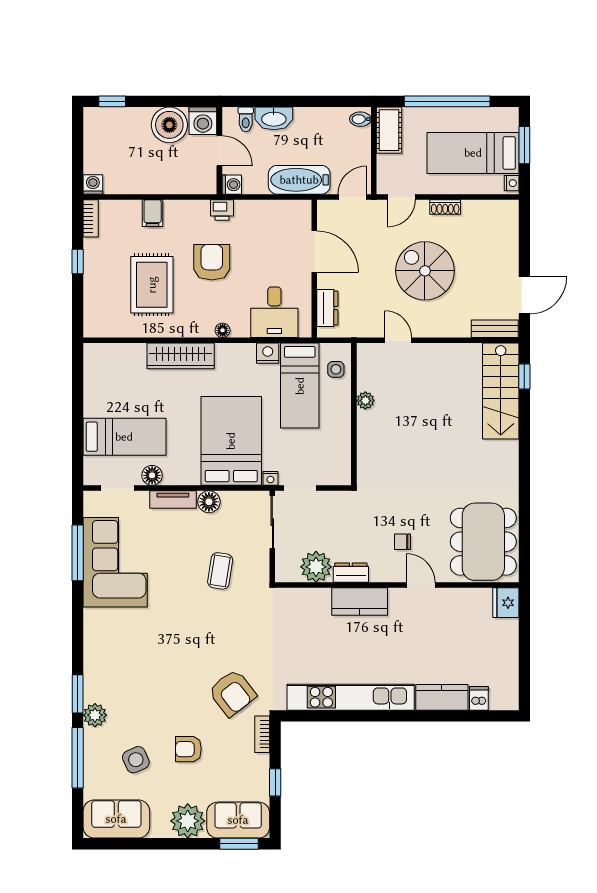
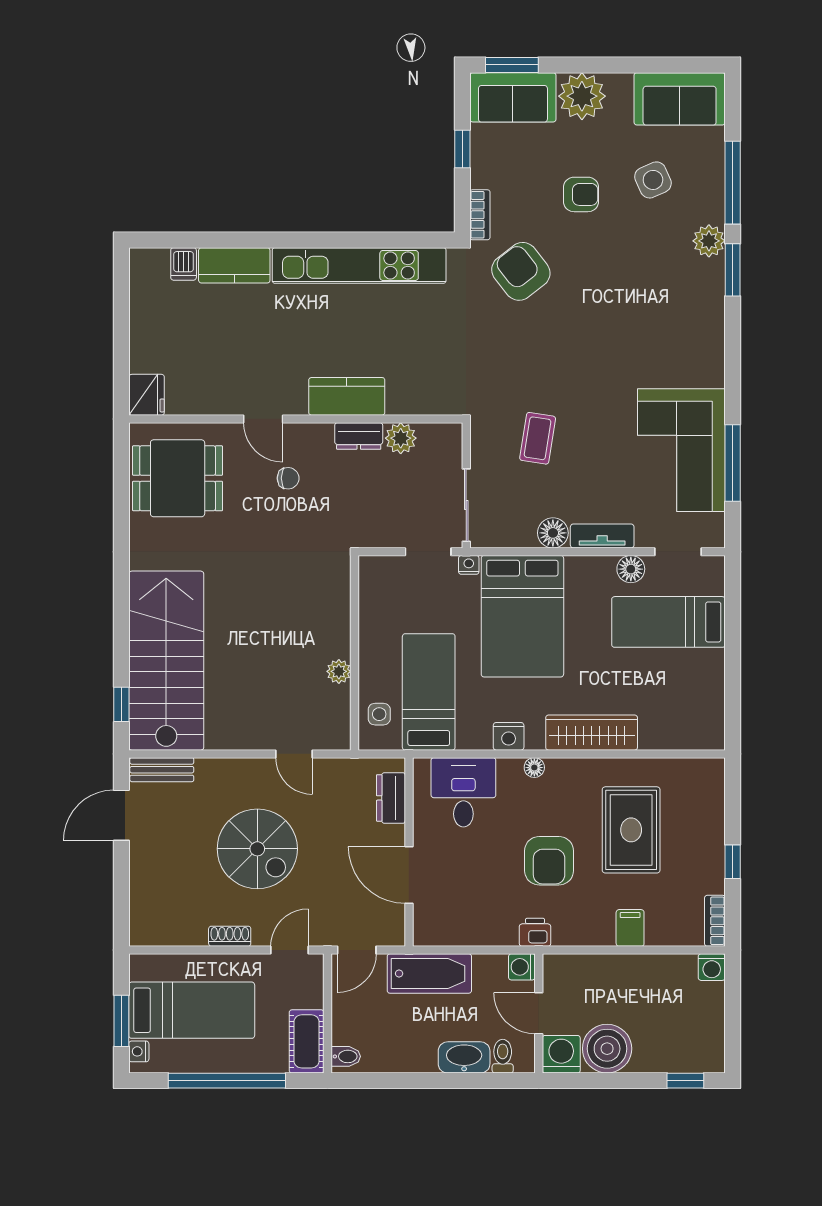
nightstand: (512, 183) -> (139, 1051), moved
nightstand: (268, 353) -> (509, 736), moved
stairs: (501, 391) -> (166, 661), width x1.36, depth x1.51
dining table: (483, 542) -> (178, 478), width x0.73
plant: (316, 567) -> (401, 438), width x0.73, depth x0.73

